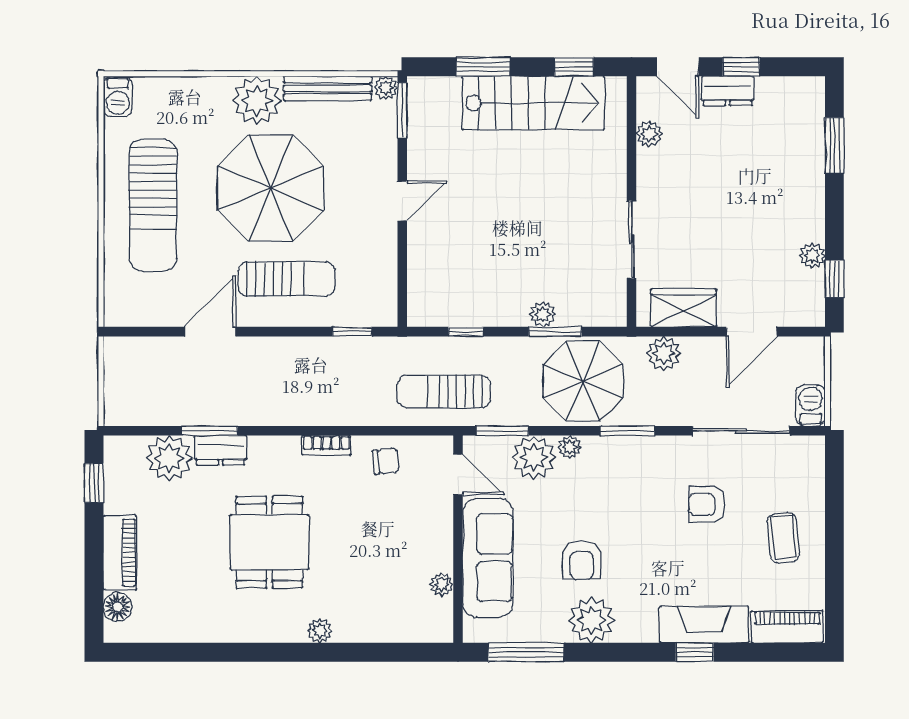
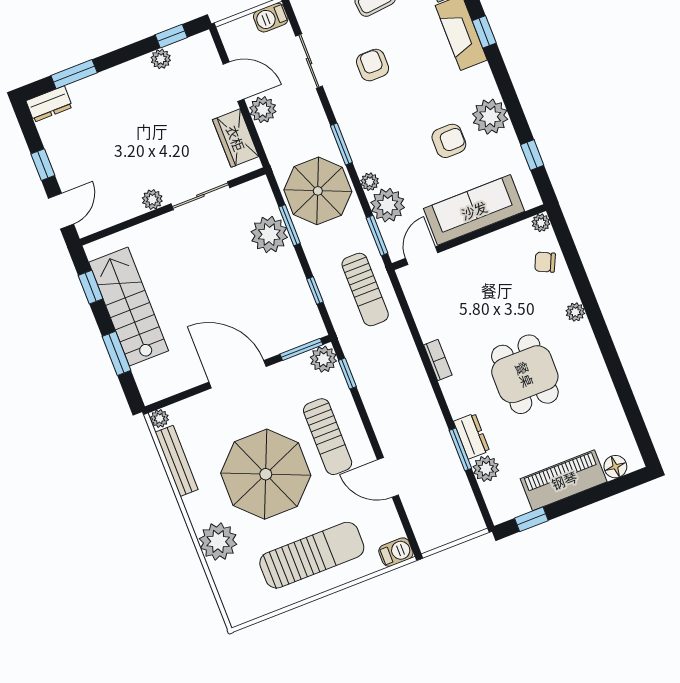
dresser: (728, 91) -> (49, 104), moved, turned 90
barbecue: (118, 96) -> (396, 552), moved
plant: (257, 100) -> (218, 542), moved
window: (402, 110) -> (301, 349), moved
plant: (649, 134) -> (152, 199), moved
door: (402, 201) -> (238, 374), width x1.88
sun lounger: (287, 279) -> (328, 437), turned 180
plant: (380, 310) -> (323, 359), added
plant: (543, 314) -> (269, 234), width x1.87, depth x1.87
plant: (664, 353) -> (263, 110), moved
sliding door: (741, 431) -> (309, 61), width x0.73
plant: (169, 458) -> (486, 469), width x0.73, depth x0.73
chair: (386, 461) -> (545, 262), moved, turned -59
armchair: (707, 504) -> (373, 65), turned 180
dining table: (269, 542) -> (525, 374), turned 90
piano: (120, 553) -> (564, 480), width x1.37, depth x1.33
plant: (442, 584) -> (541, 223), moved
window: (526, 652) -> (532, 155), width x0.46

